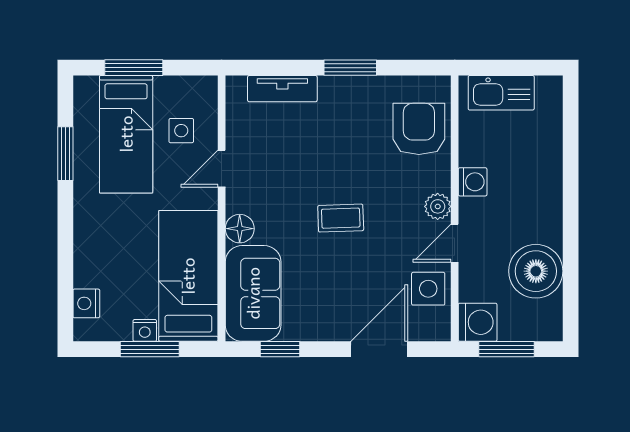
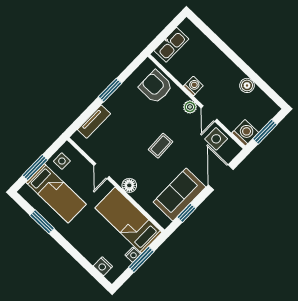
side table: (181, 131) -> (62, 161), moved
boiler: (536, 271) -> (247, 85), width x0.54, depth x0.54
sofa: (253, 293) -> (179, 194), moved, turned -90

